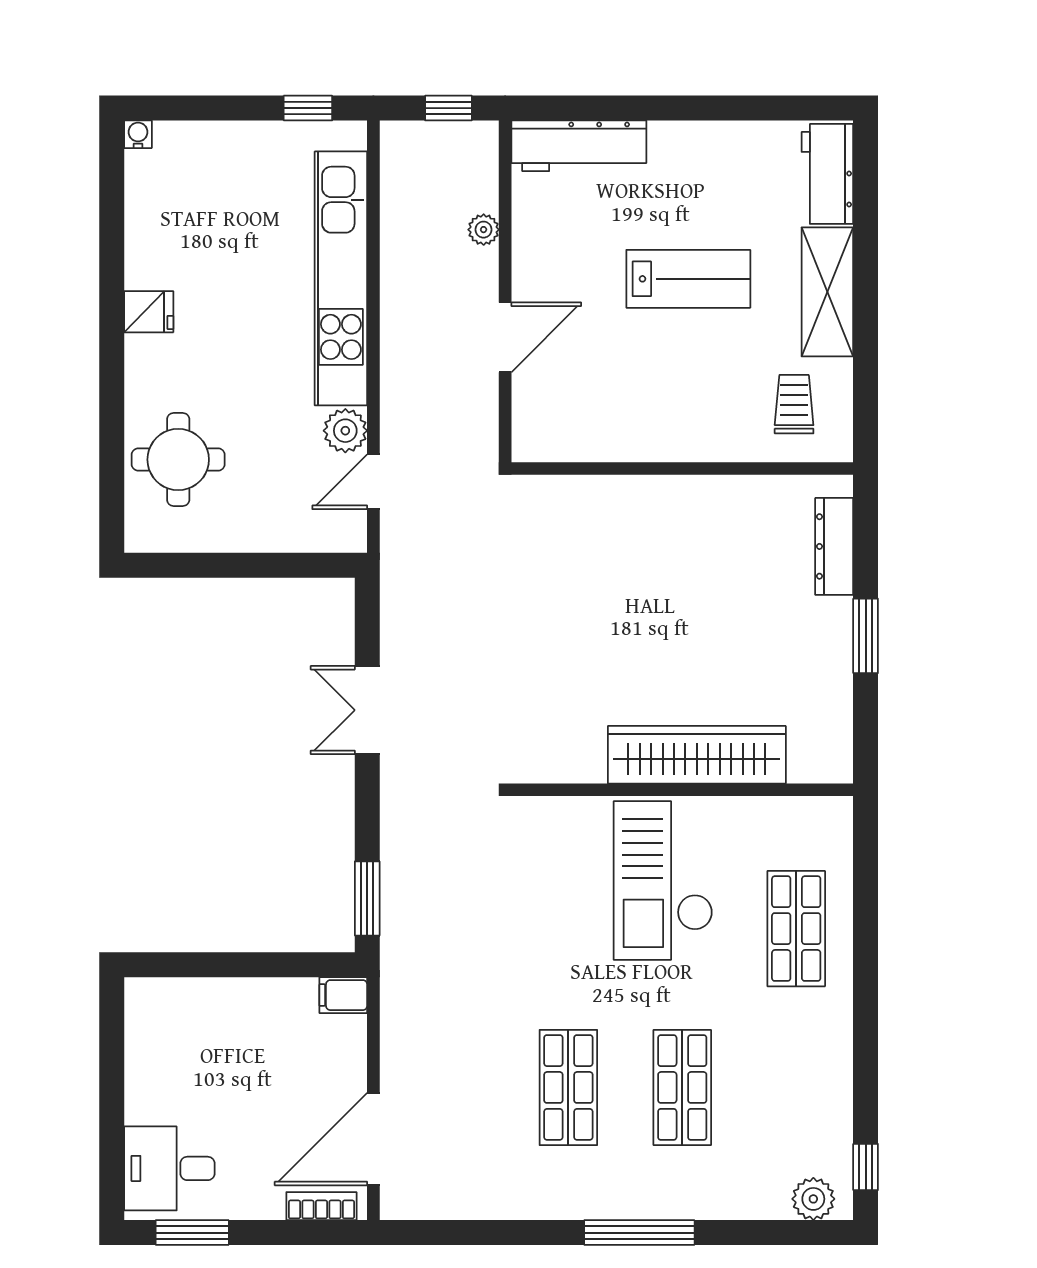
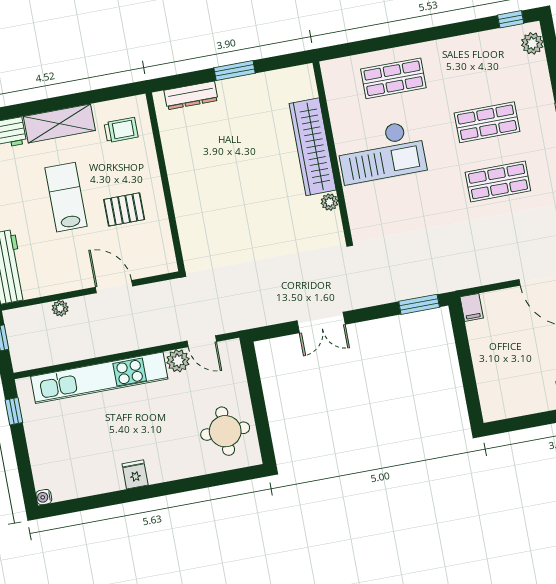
pallet: (645, 383) -> (124, 209), added
trolley: (794, 404) -> (121, 130), turned 180
round table: (178, 460) -> (225, 431), moved
plant: (588, 767) -> (330, 202), added

